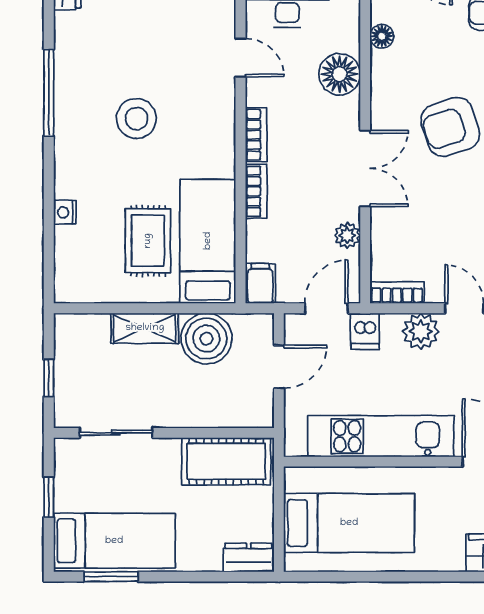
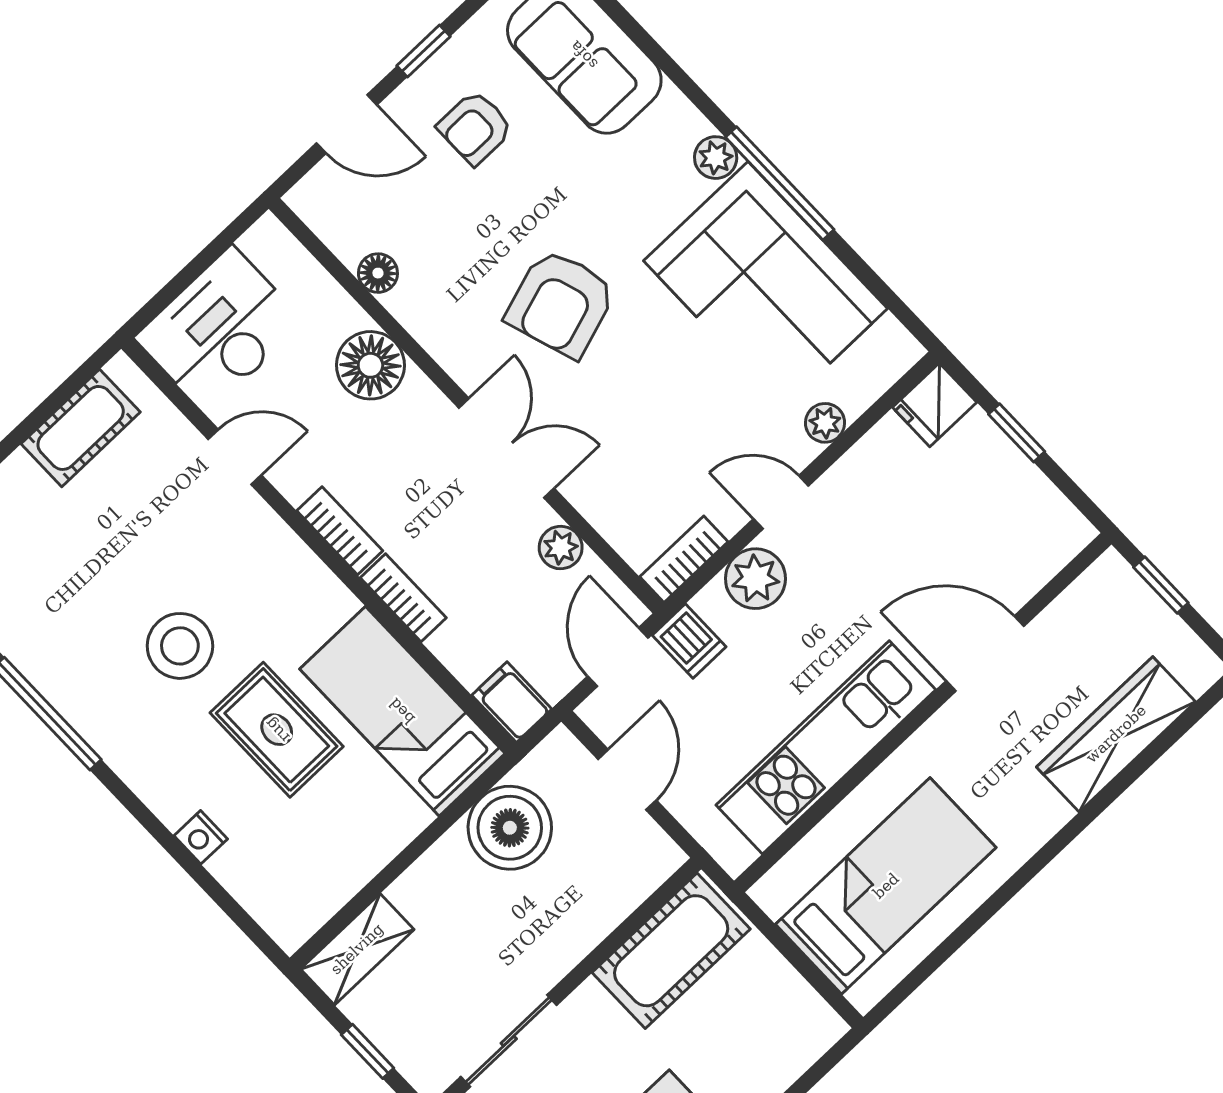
rug: (148, 241) -> (277, 730), moved
shelving: (145, 328) -> (357, 949), moved
dresser: (249, 558) -> (806, 1039), removed

